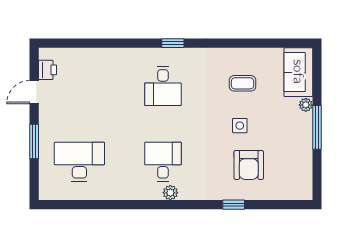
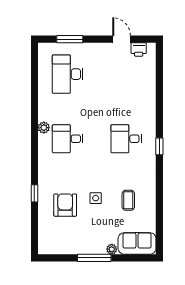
window: (34, 141) -> (70, 39), moved
desk: (79, 162) -> (68, 74), turned 180
desk: (163, 162) -> (68, 139), turned 180
armchair: (249, 165) -> (65, 205), turned 90
plant: (170, 193) -> (44, 128), moved

